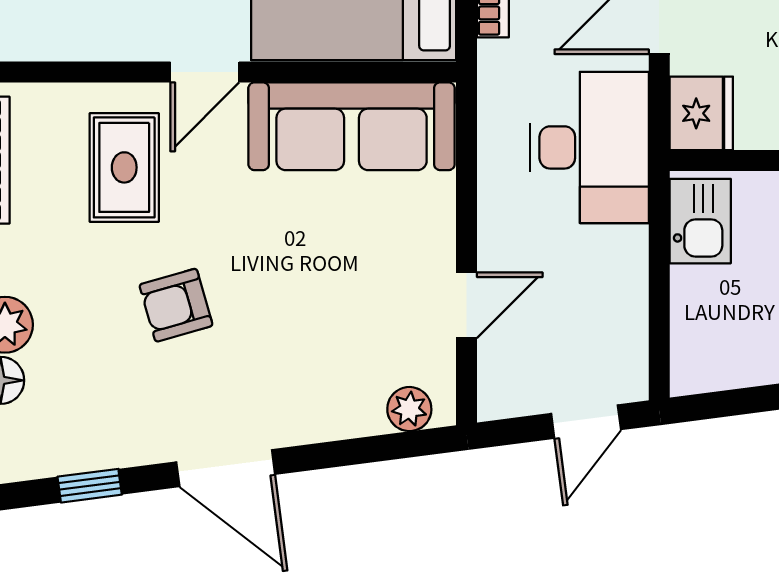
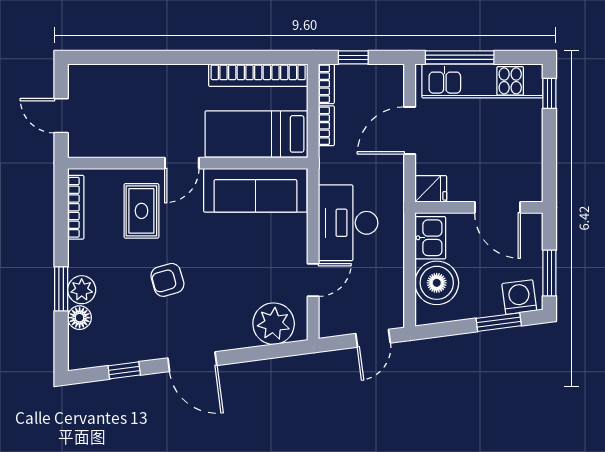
fridge: (701, 113) -> (431, 189), width x0.72
desk: (589, 147) -> (348, 223), moved, turned 180
boiler: (713, 311) -> (437, 283), added
plant: (409, 409) -> (274, 324), width x1.88, depth x1.88

